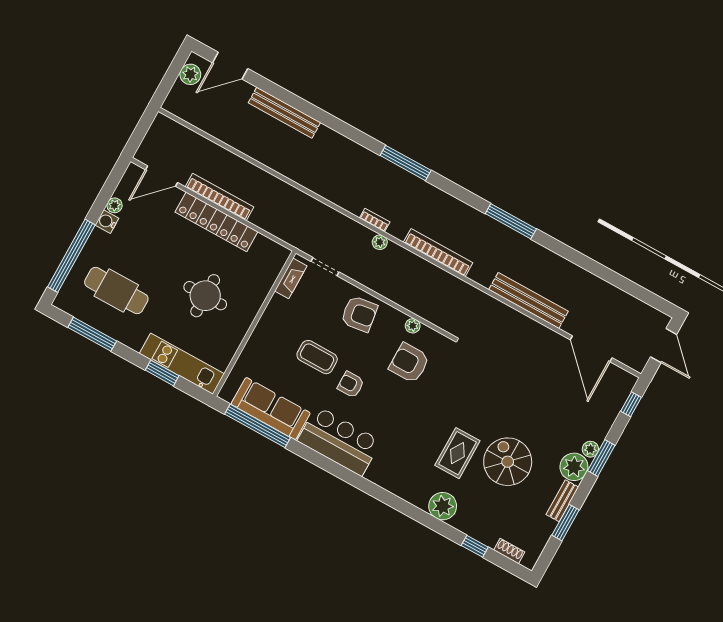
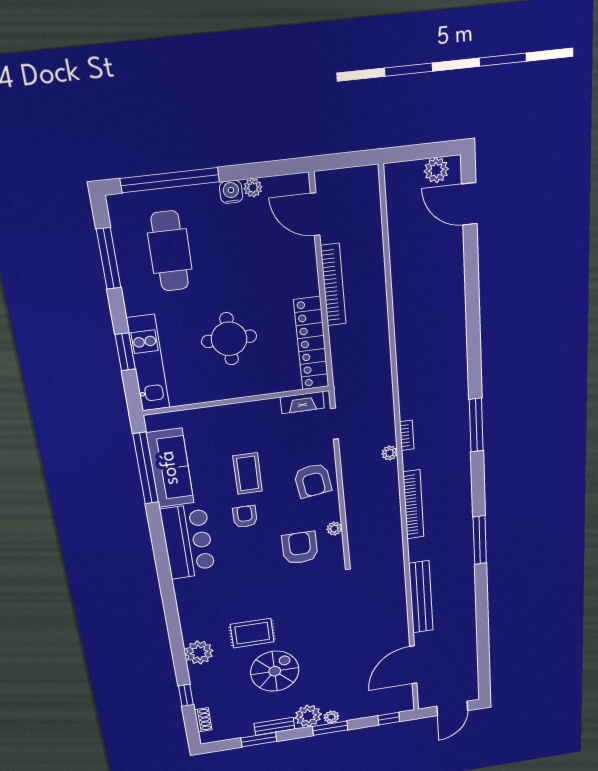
bench: (284, 113) -> (455, 288), removed
locker: (216, 222) -> (312, 344), moved

